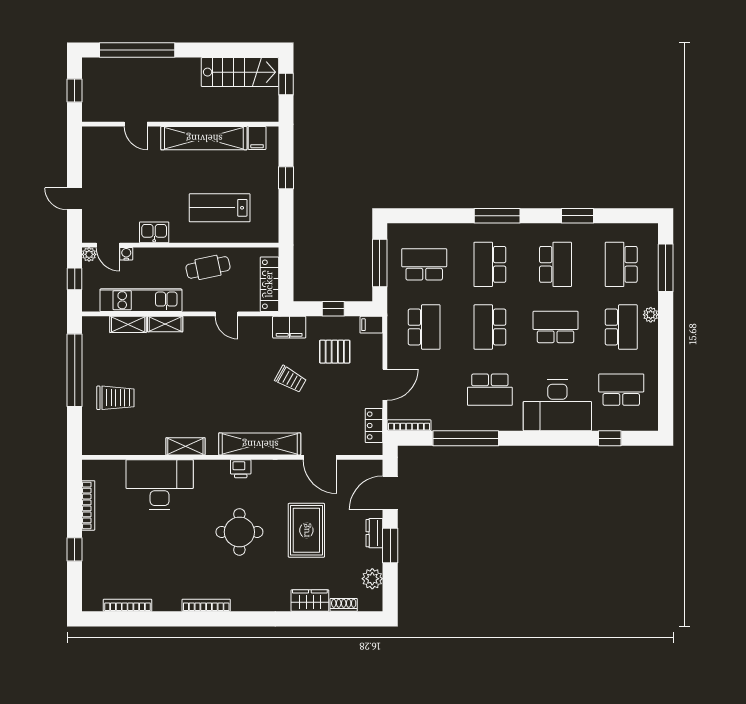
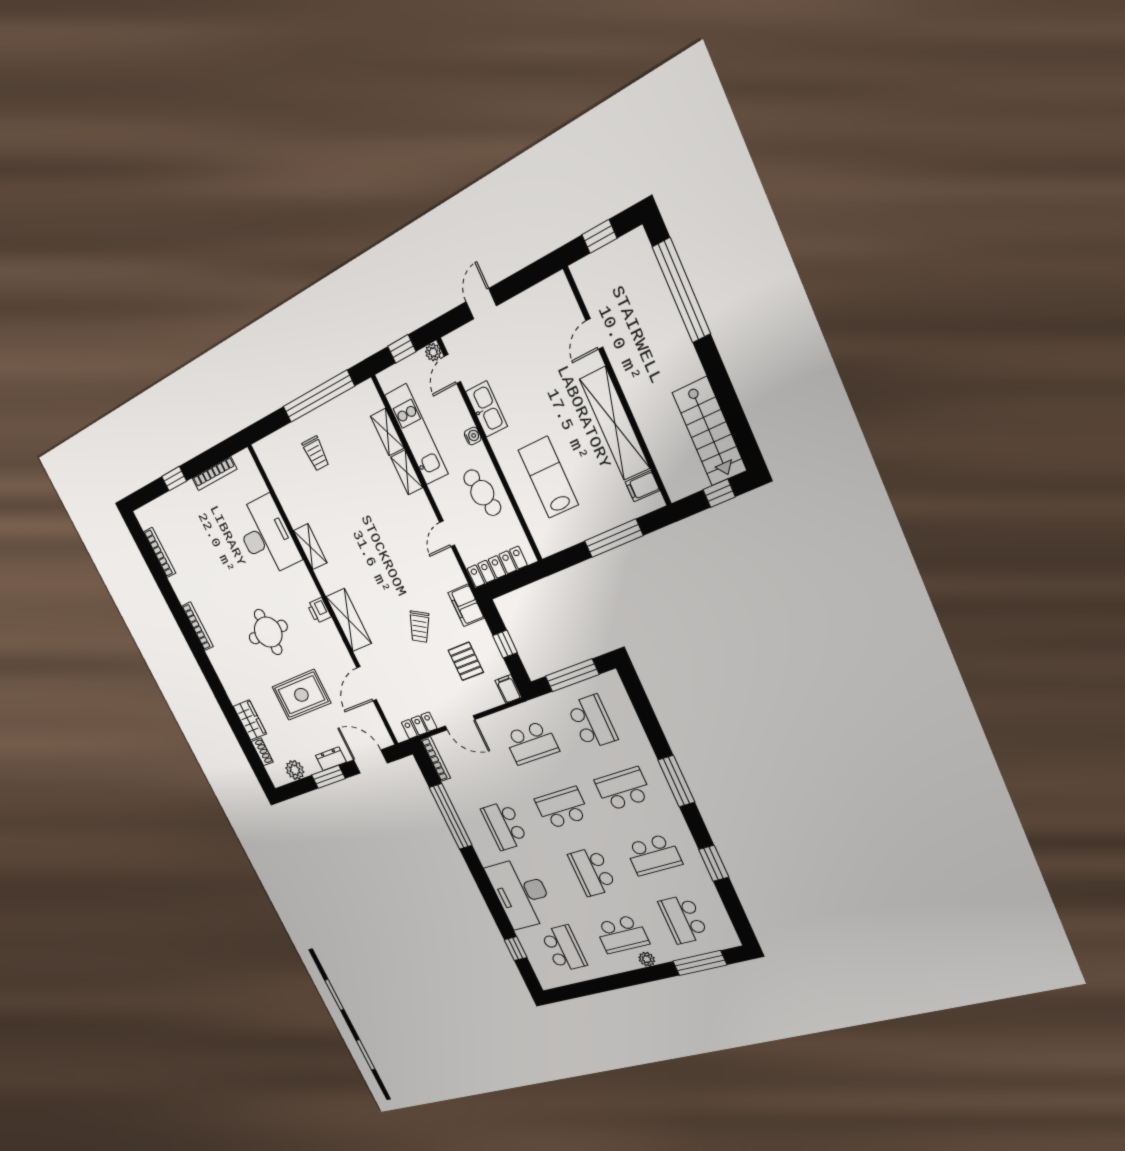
window: (286, 178) -> (614, 538), width x2.17
kitchen sink: (154, 232) -> (487, 409), width x1.38
water cooler: (126, 254) -> (473, 436), moved
school desk: (621, 264) -> (683, 919), turned -90
school desk: (556, 327) -> (592, 872), turned 180
trolley: (115, 398) -> (316, 453), width x0.73, depth x0.72
shelving: (260, 444) -> (349, 620), width x0.68

